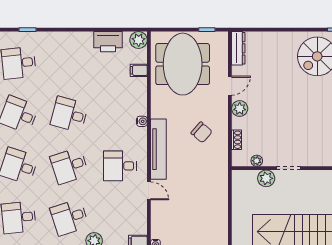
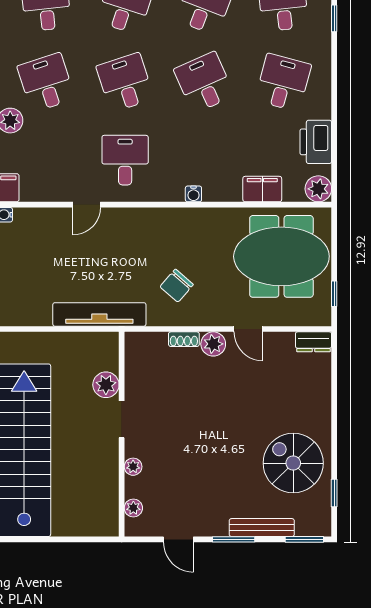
dresser: (238, 48) -> (314, 342), width x0.70
desk: (69, 63) -> (283, 83), added
filing cabinet: (139, 70) -> (262, 189), width x2.00
desk: (69, 114) -> (204, 83), turned -39
shoe rack: (236, 140) -> (184, 339), moved
tv unit: (158, 149) -> (99, 314), moved, turned 180
plant: (257, 161) -> (133, 467), moved

